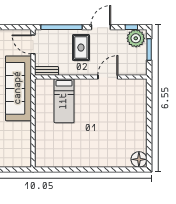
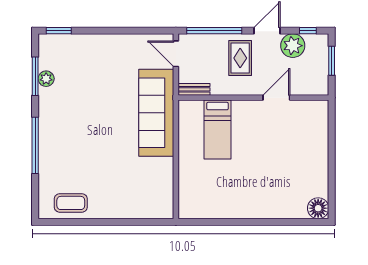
plant: (136, 38) -> (293, 46), moved

